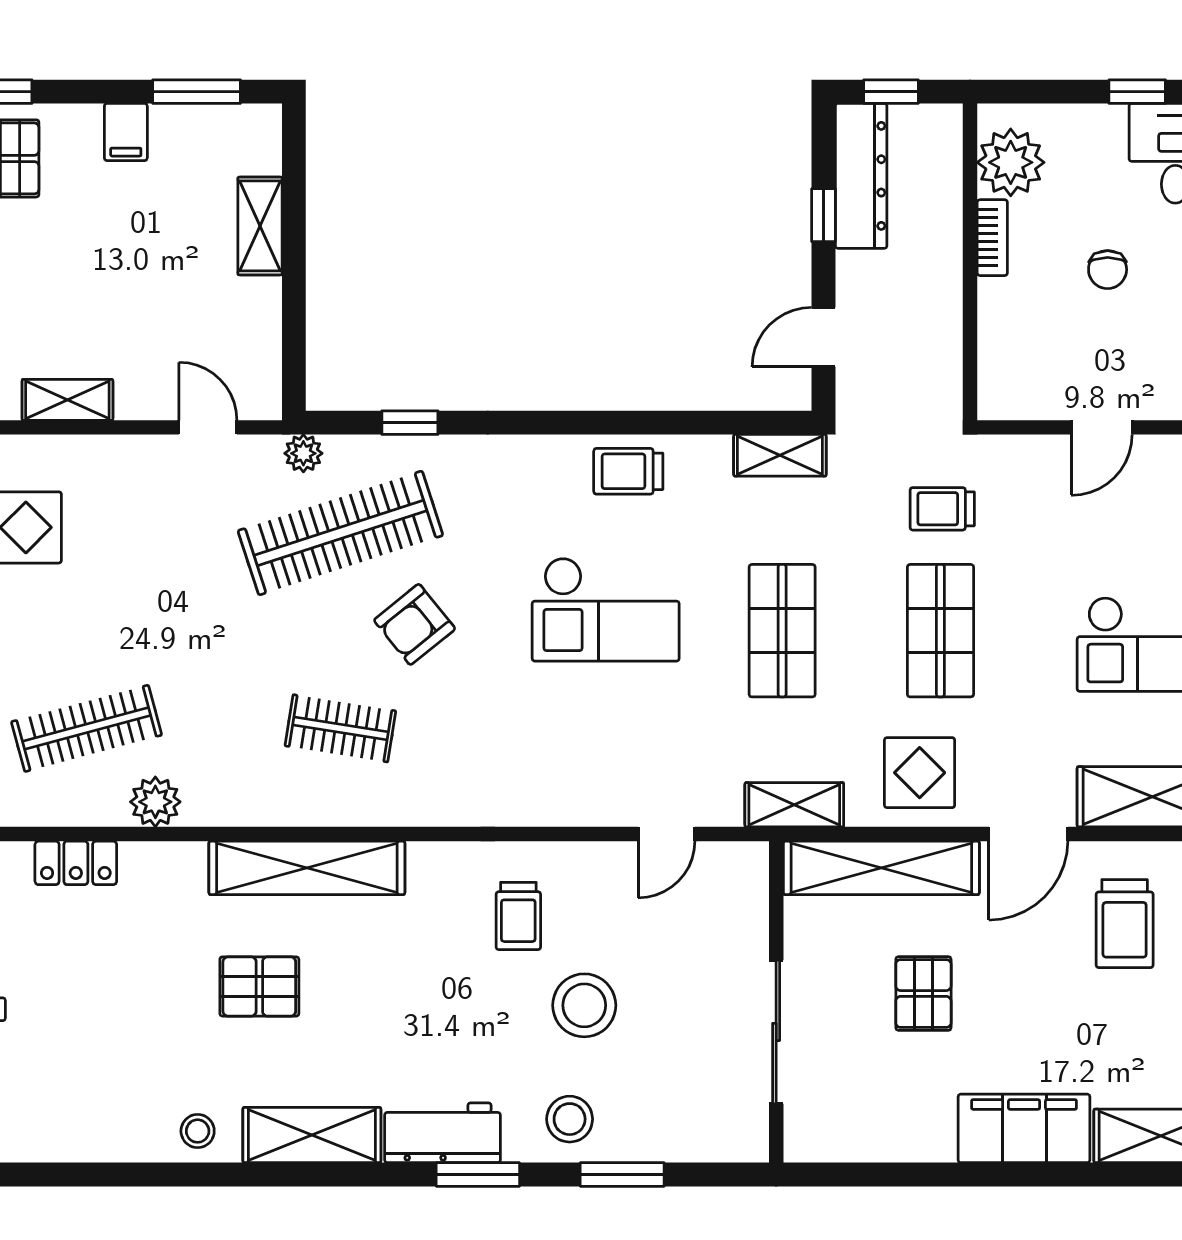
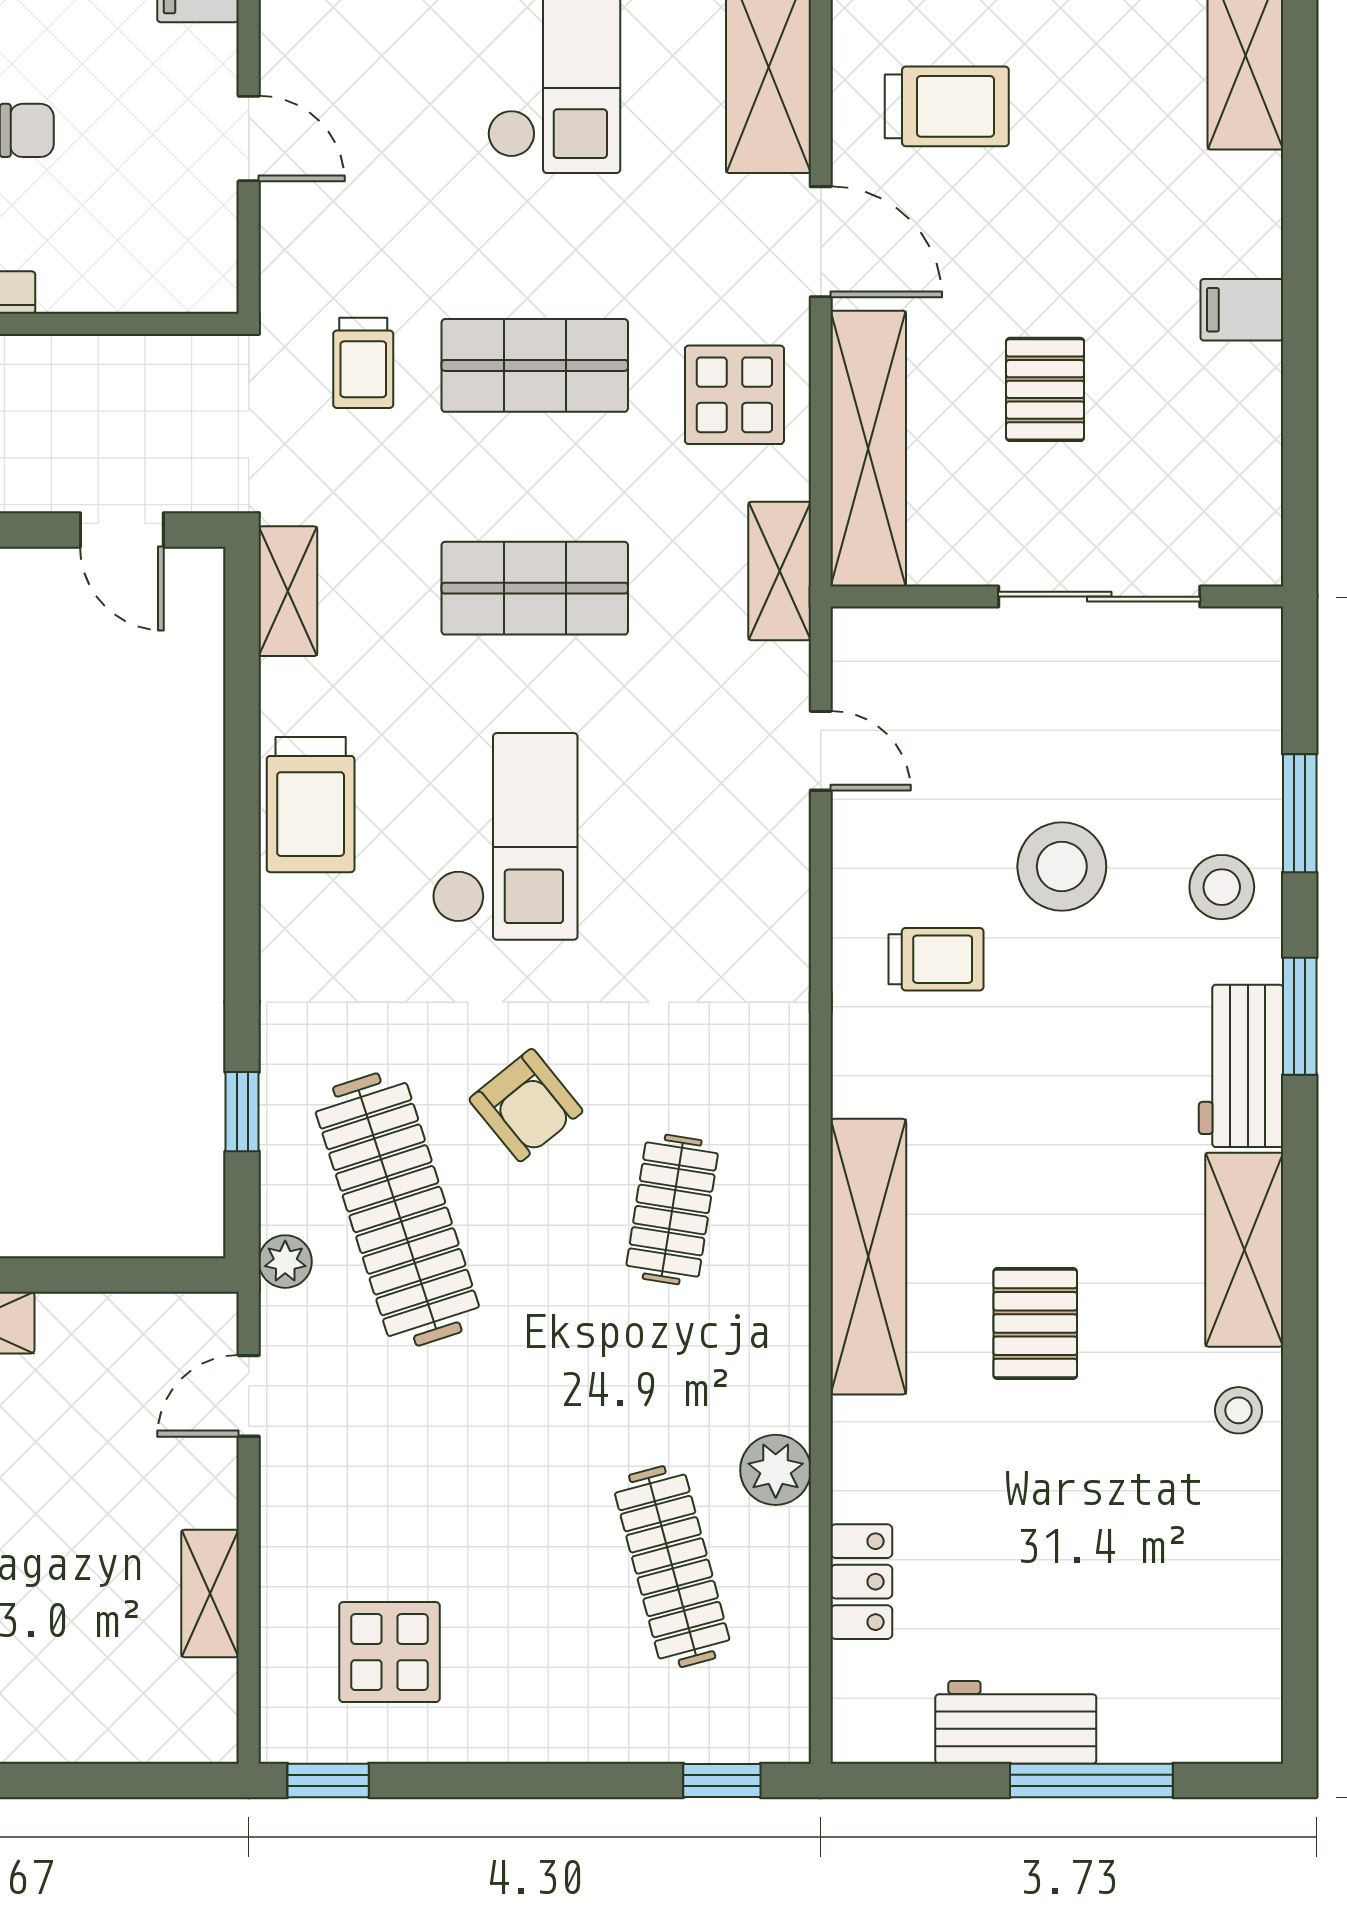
trolley: (628, 471) -> (311, 805), width x1.36, depth x1.39
pallet: (923, 993) -> (1045, 389), turned 90
filing cabinet: (1024, 1128) -> (1242, 310), width x0.33, depth x0.86

